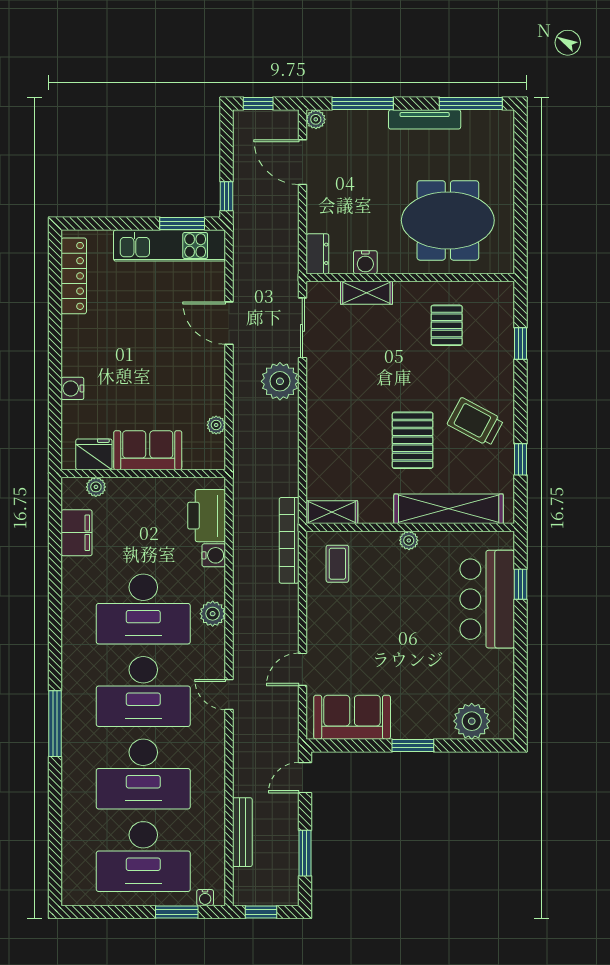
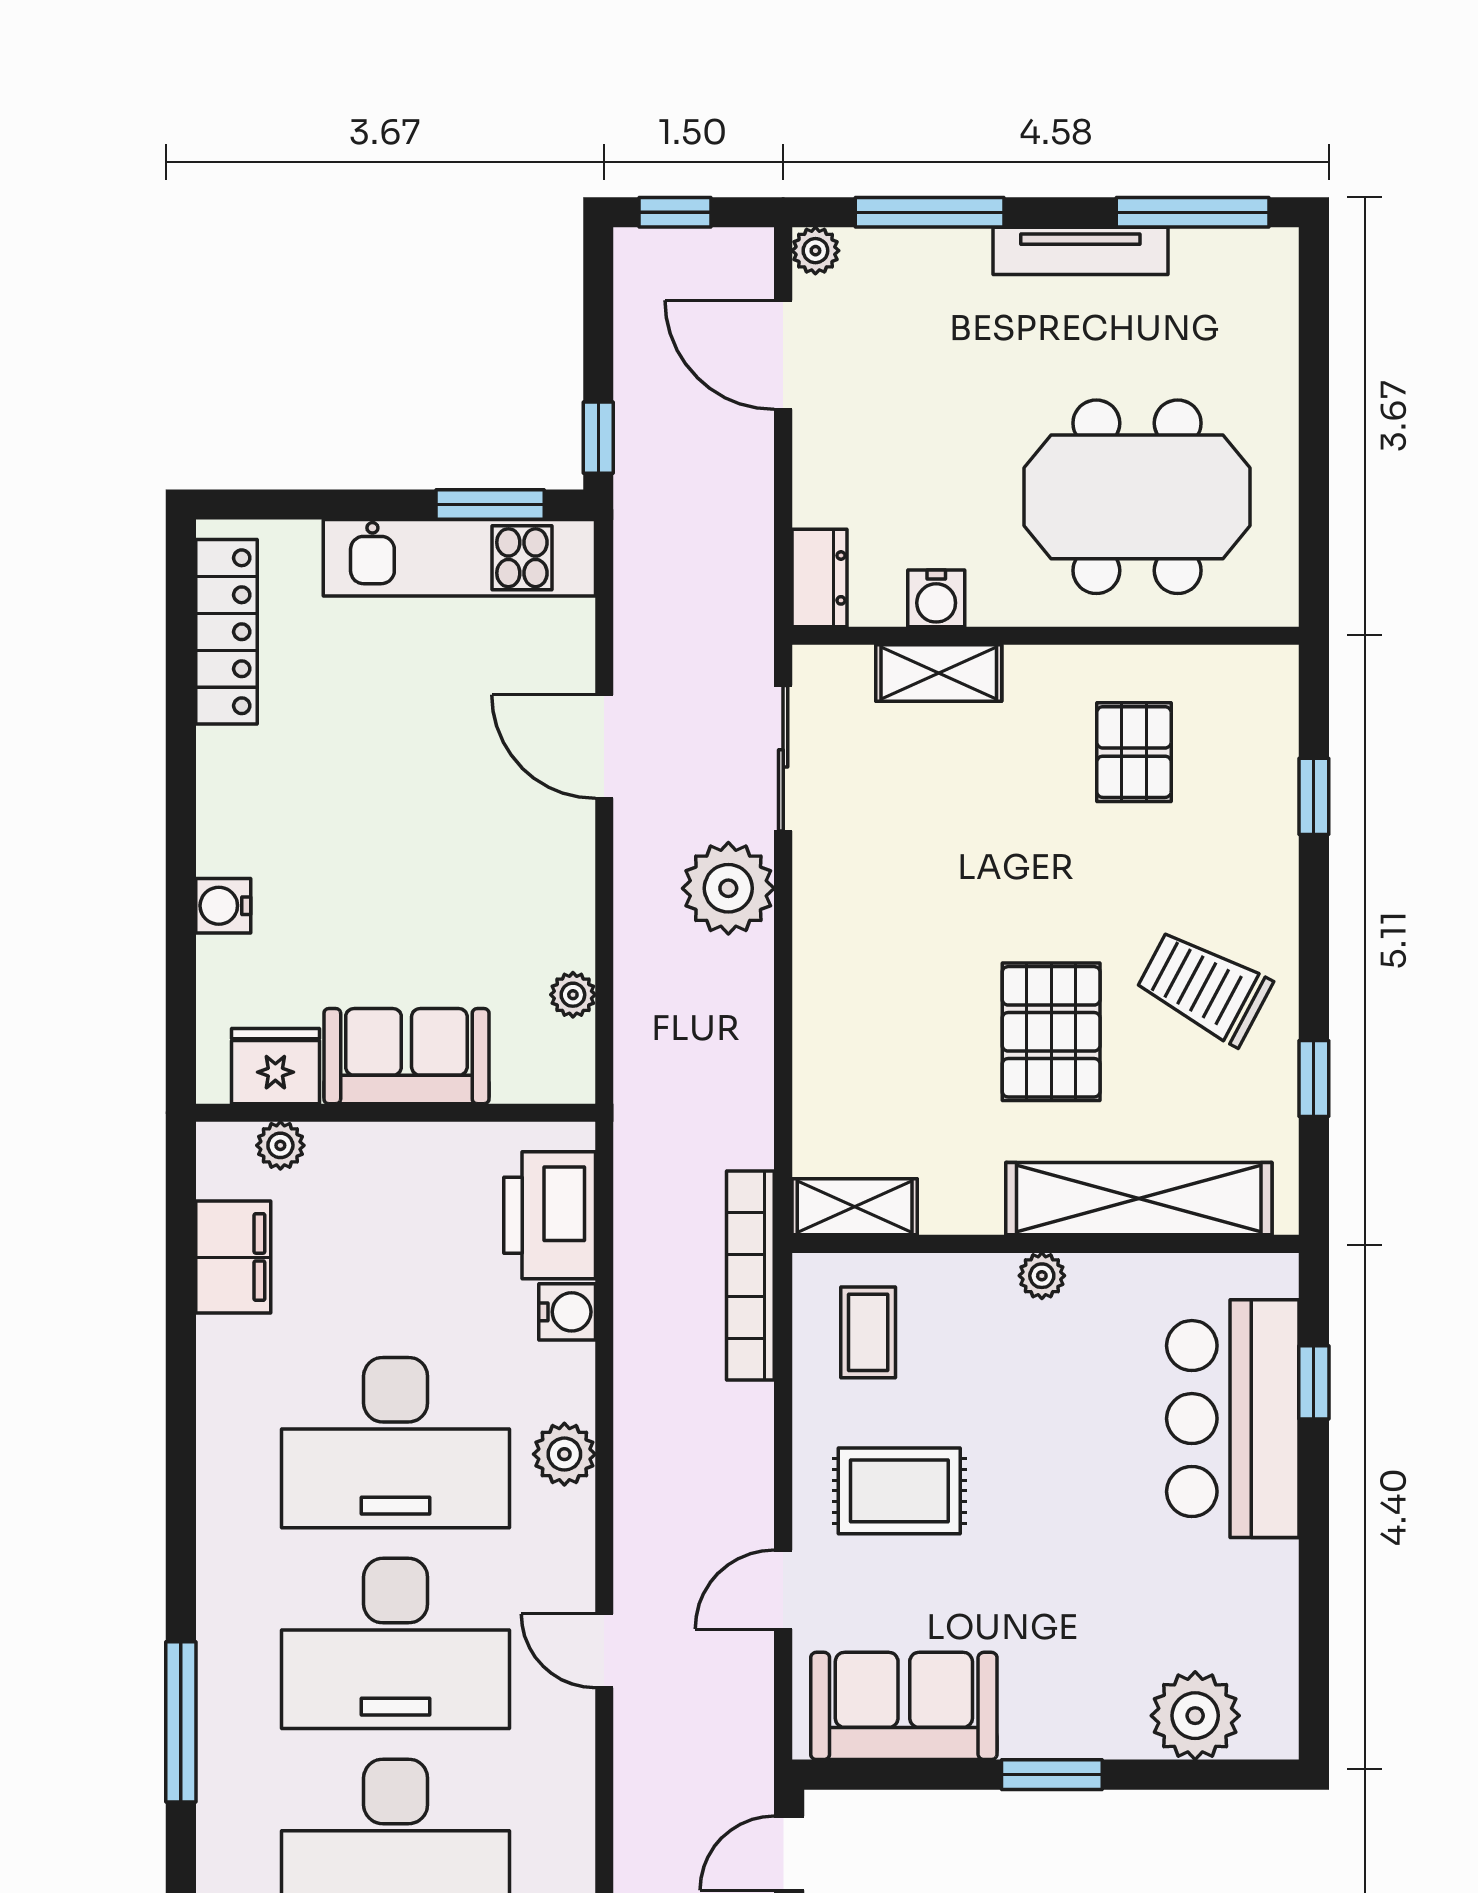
rug: (350, 629) -> (899, 1491), added

